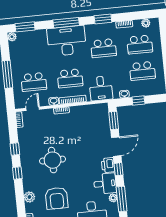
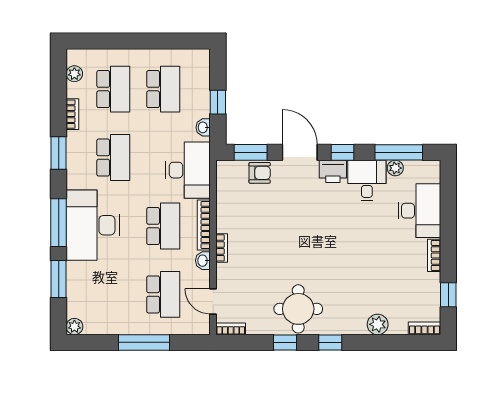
window: (25, 27) -> (59, 279), moved
desk: (101, 88) -> (188, 170), width x1.37
round table: (53, 160) -> (298, 309), moved
armchair: (57, 198) -> (260, 173), moved, width x0.53, depth x0.53

